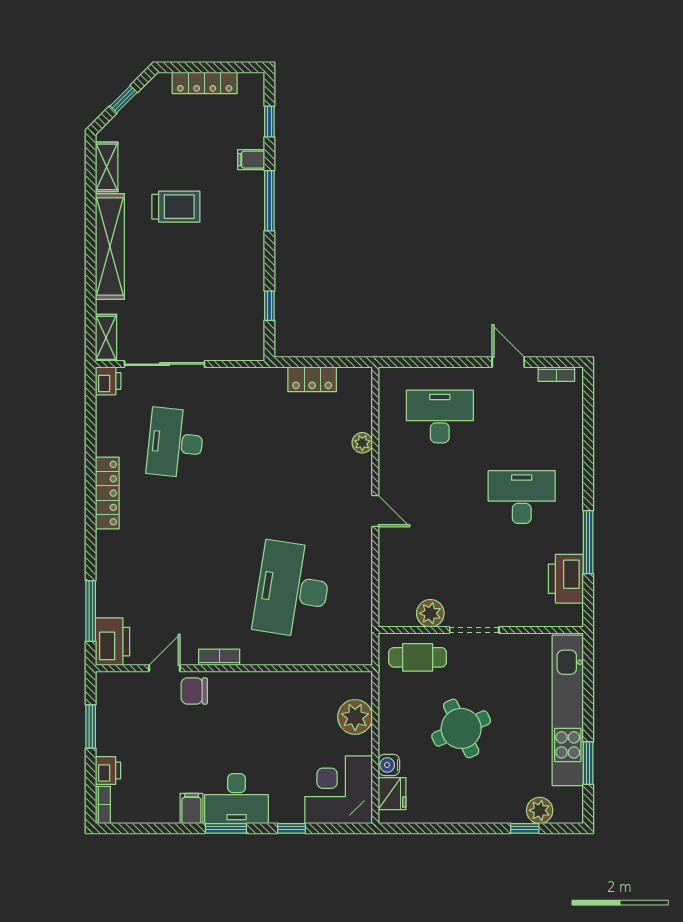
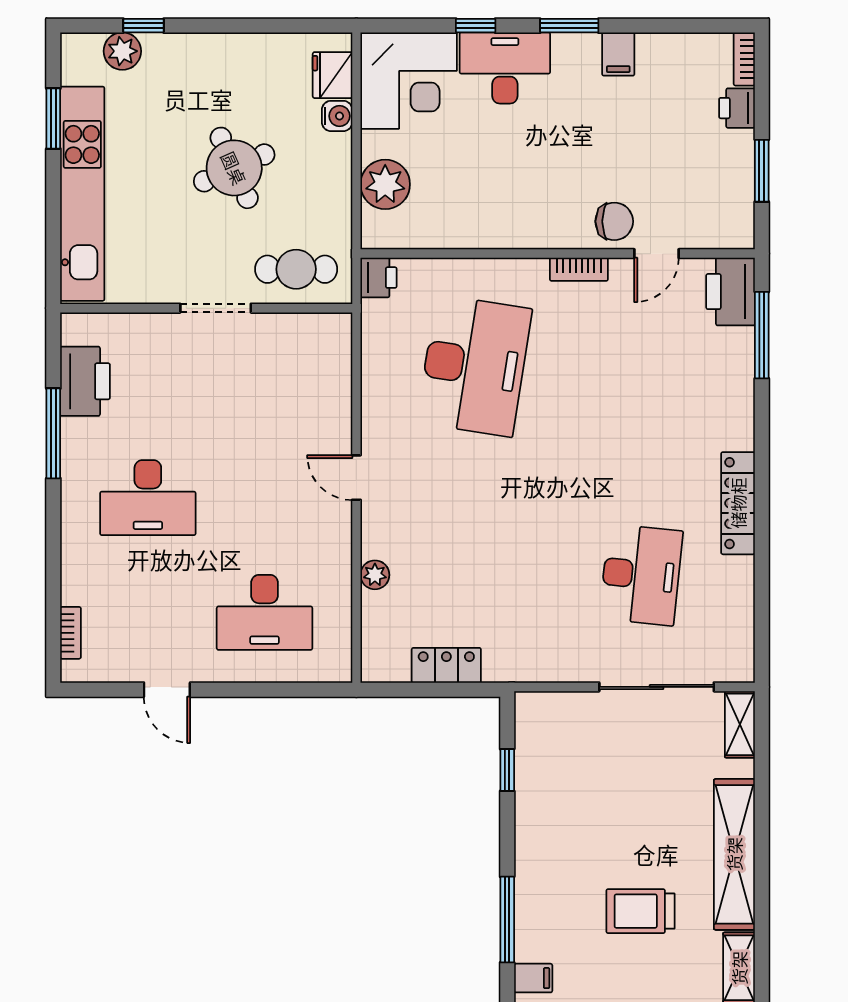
bookcase: (556, 374) -> (70, 633), moved, turned 90
printer: (108, 381) -> (379, 278), moved, turned 180
plant: (430, 613) -> (278, 332), removed
desk: (237, 799) -> (505, 68), moved

